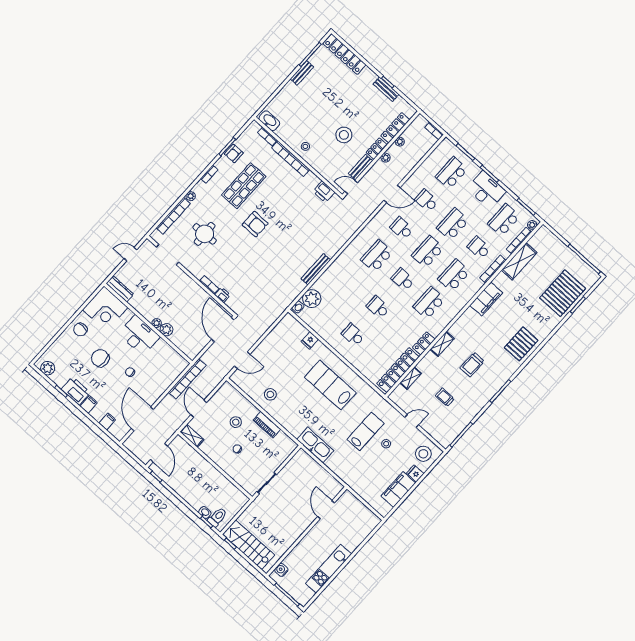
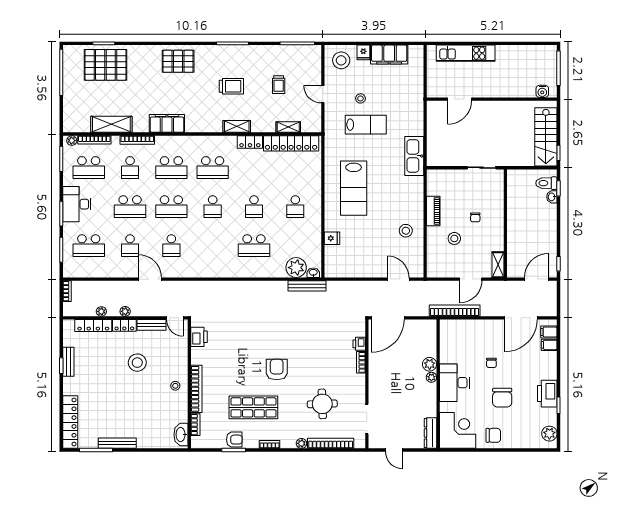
bench: (302, 73) -> (117, 443), width x1.36
school desk: (377, 256) -> (254, 246), moved
bench: (316, 269) -> (307, 286), moved
filing cabinet: (89, 404) -> (549, 332), moved
lab bench: (366, 431) -> (366, 125), turned 180
kitchen unit: (329, 569) -> (466, 53), moved

